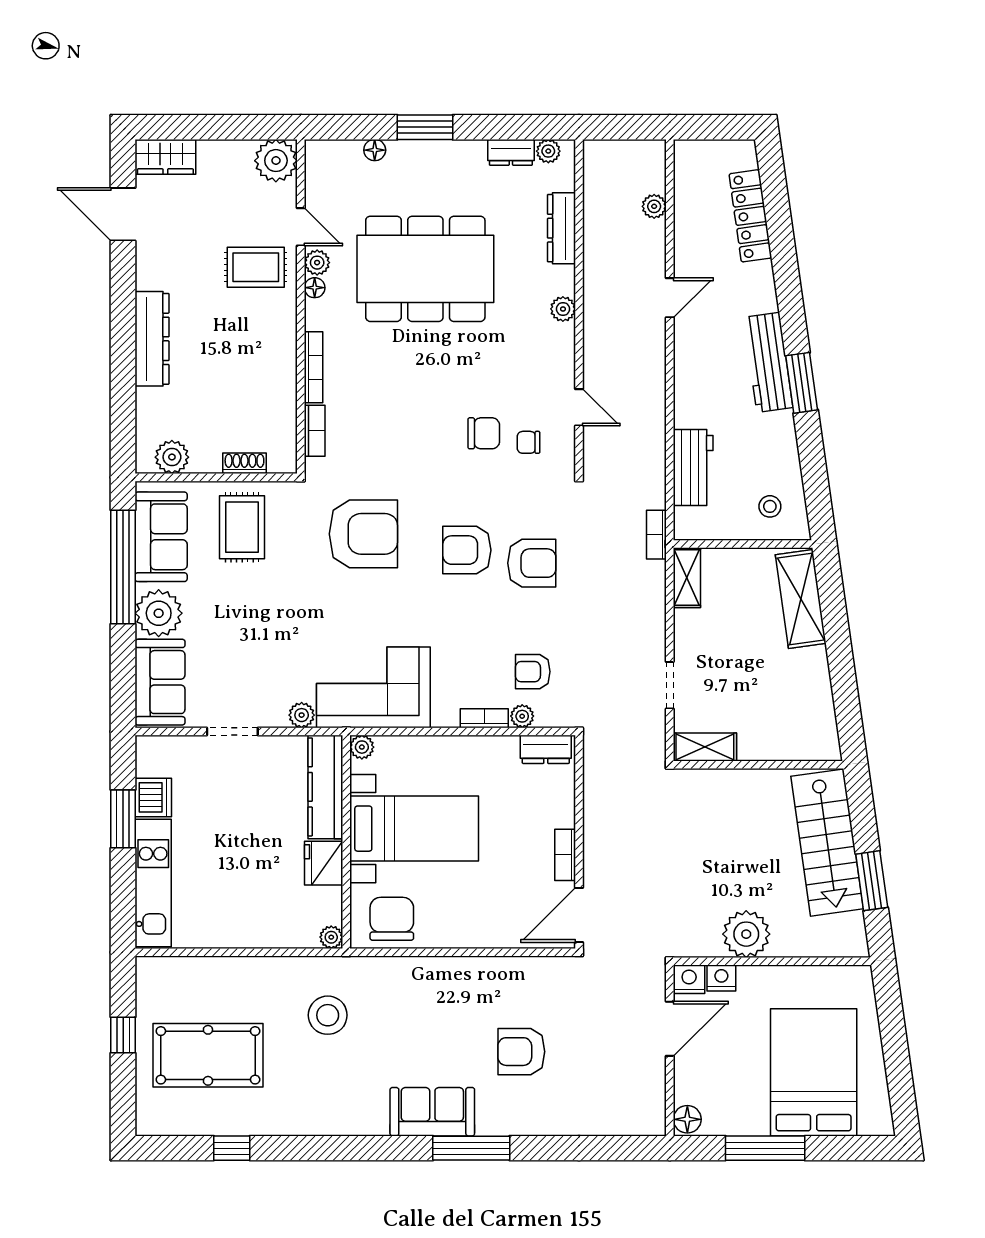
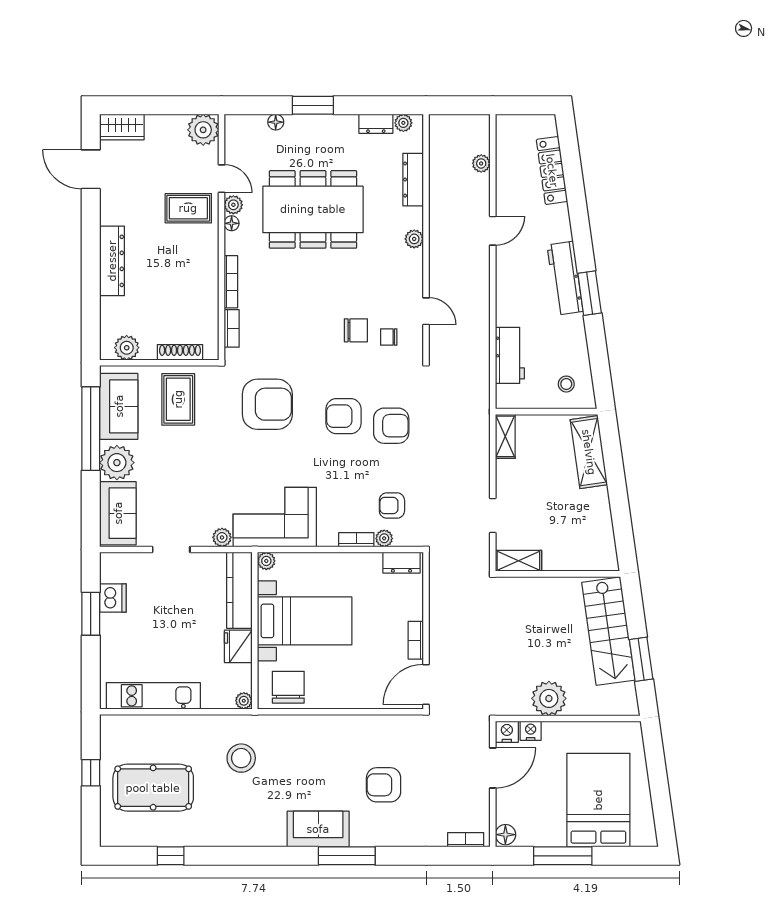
shoe rack: (244, 463) -> (180, 352), width x1.43
bookcase: (656, 535) -> (466, 840), moved, turned 90
kitchen unit: (153, 883) -> (153, 696), moved, turned -90

